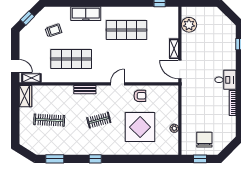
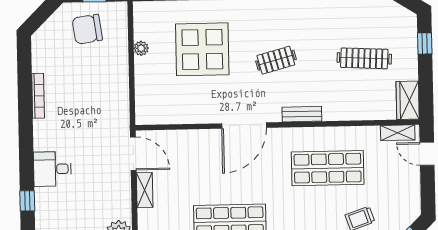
desk: (225, 80) -> (52, 169), moved
door: (117, 84) -> (244, 126), width x1.87
armchair: (140, 96) -> (204, 105), removed
window: (15, 128) -> (425, 43), added
chair: (204, 140) -> (87, 29), turned 82

